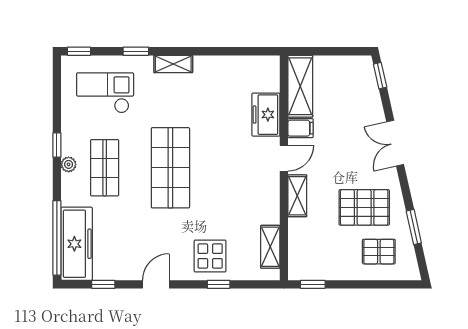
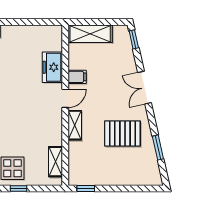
shelving: (300, 86) -> (90, 34), moved, turned 90
pallet: (379, 252) -> (133, 165), removed

